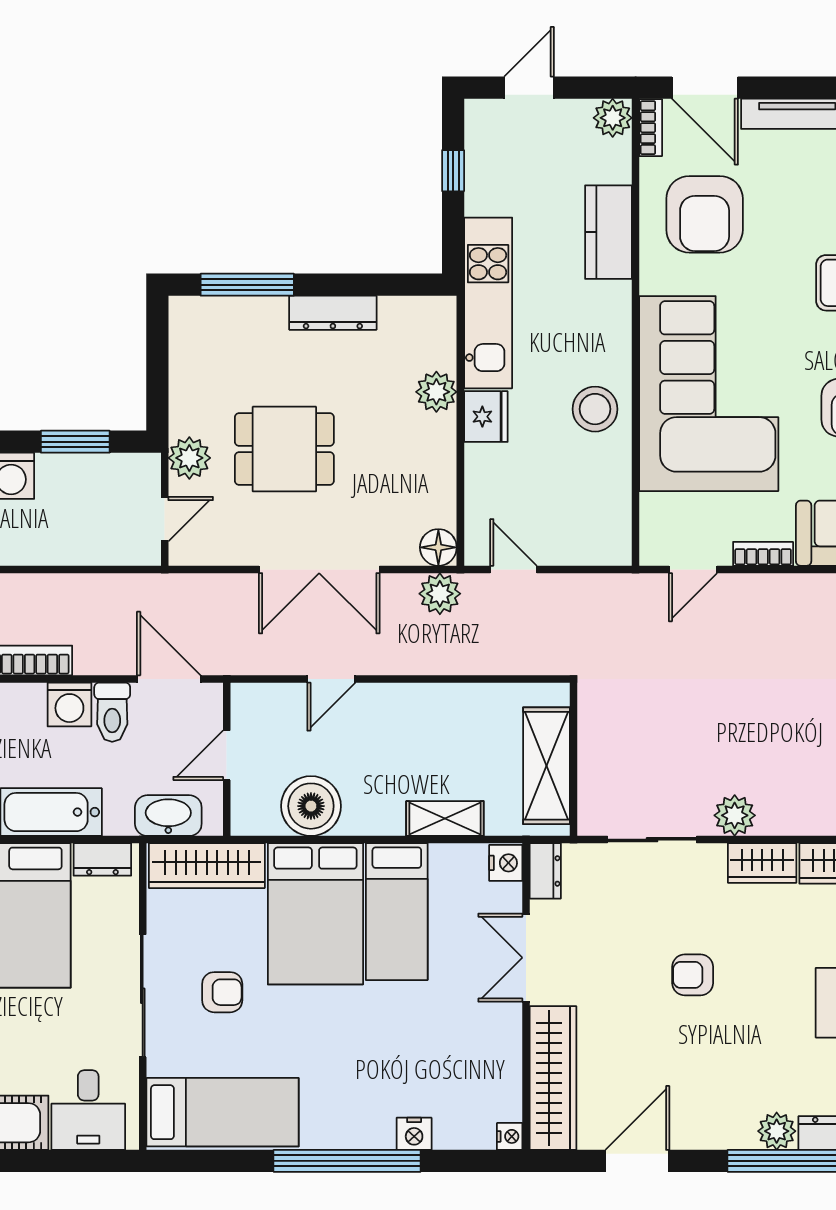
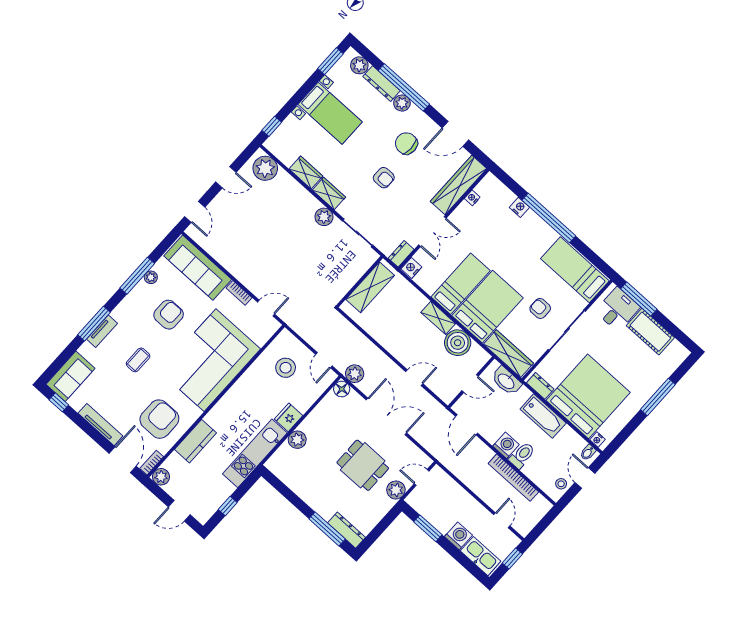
dresser: (333, 313) -> (347, 530), moved
stool: (595, 409) -> (286, 368), moved
toilet: (112, 712) -> (522, 455), moved
shelving: (445, 819) -> (438, 318), moved
chair: (707, 1068) -> (406, 143), added
nightstand: (510, 1136) -> (472, 198), moved
window: (68, 1161) -> (639, 299), added

